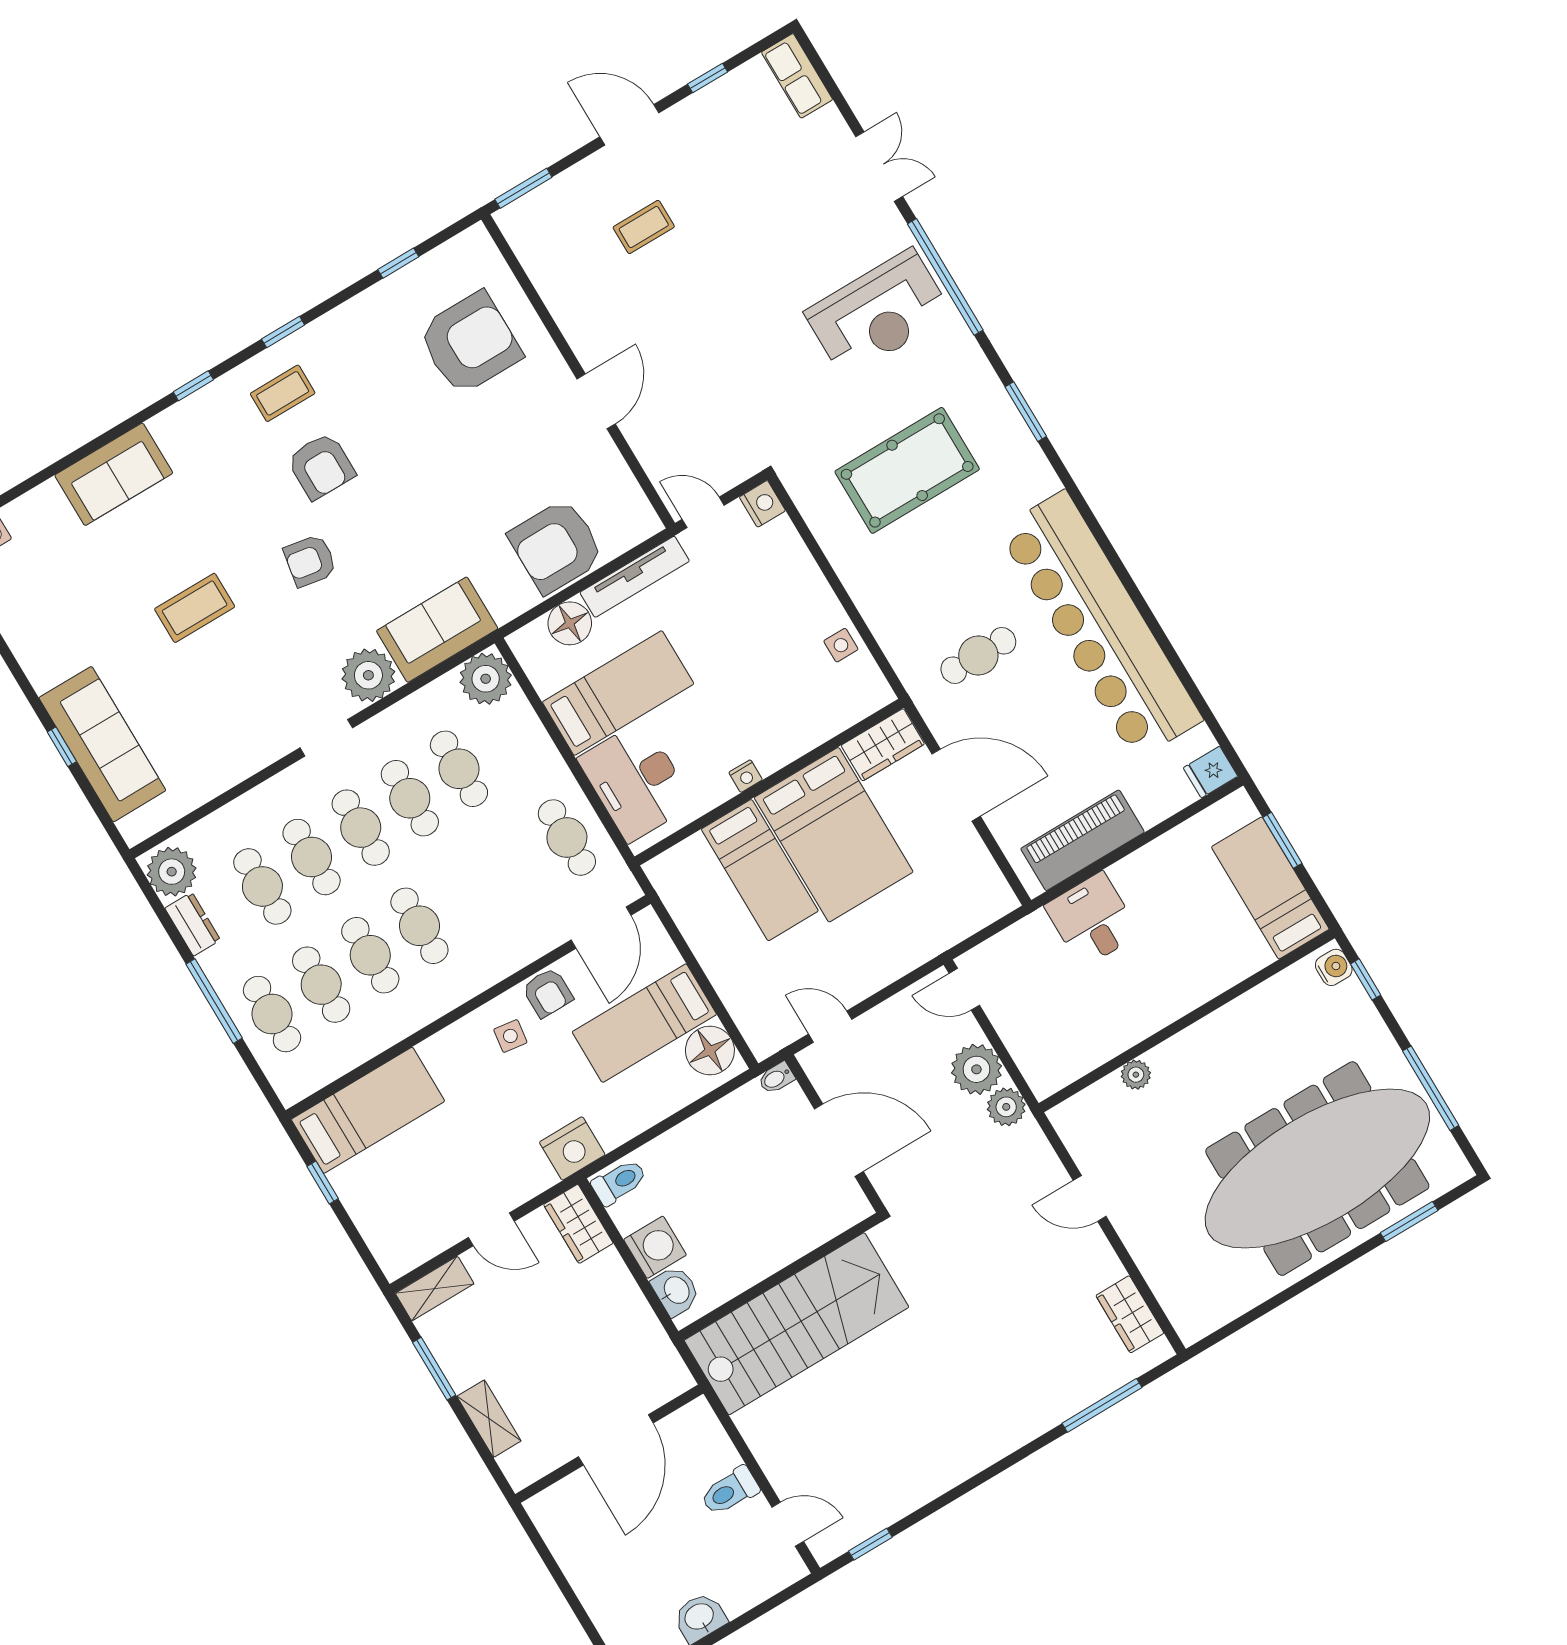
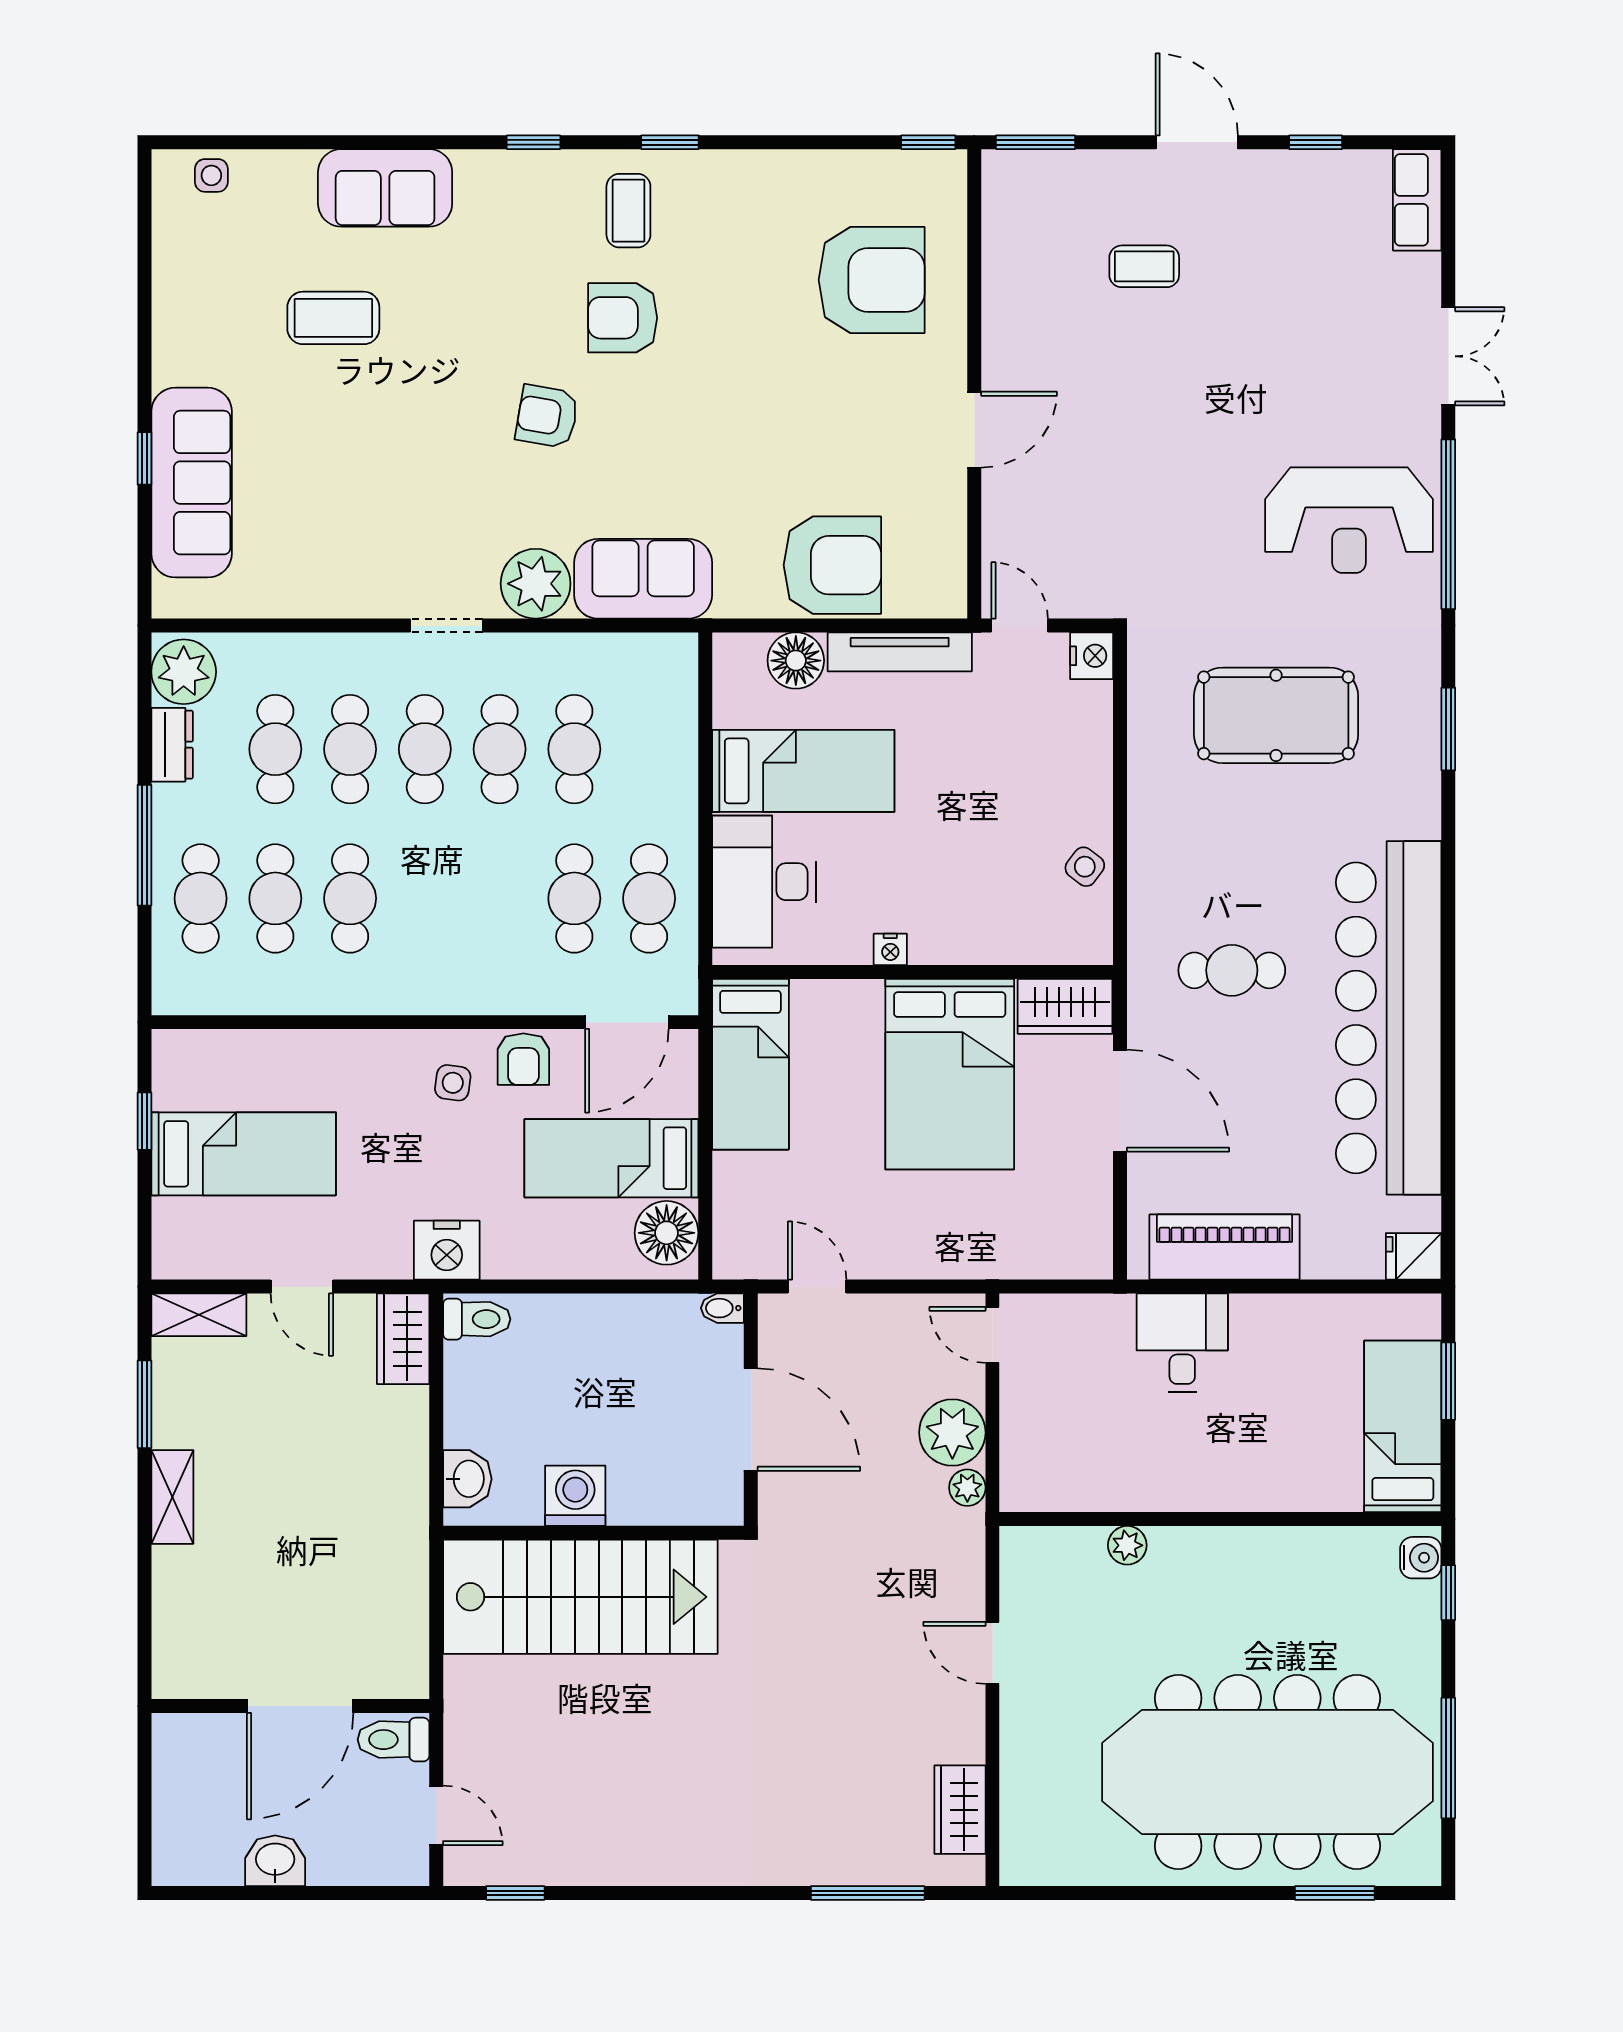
window: (398, 263) -> (928, 142), moved
coffee table: (283, 393) -> (628, 211), turned 90
armchair: (321, 466) -> (623, 318), turned 90
armchair: (556, 546) -> (832, 565), turned 180
coffee table: (195, 608) -> (333, 318), moved
side table: (841, 645) -> (1085, 867), turned 37
plant: (486, 679) -> (664, 666), removed
bed: (760, 870) -> (750, 1064), moved
cafe table: (419, 926) -> (574, 898), moved
plant: (1006, 1107) -> (967, 1488), width x0.73, depth x0.73
bed: (368, 1110) -> (244, 1154), moved
washing machine: (655, 1247) -> (575, 1496), moved, turned -90
door: (616, 1440) -> (300, 1706), moved
wall: (609, 1444) -> (290, 1706), moved

